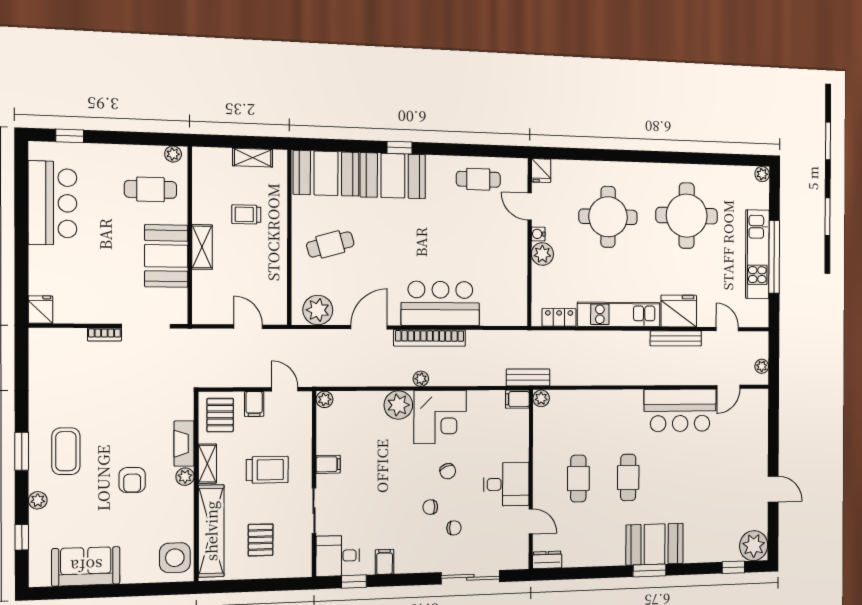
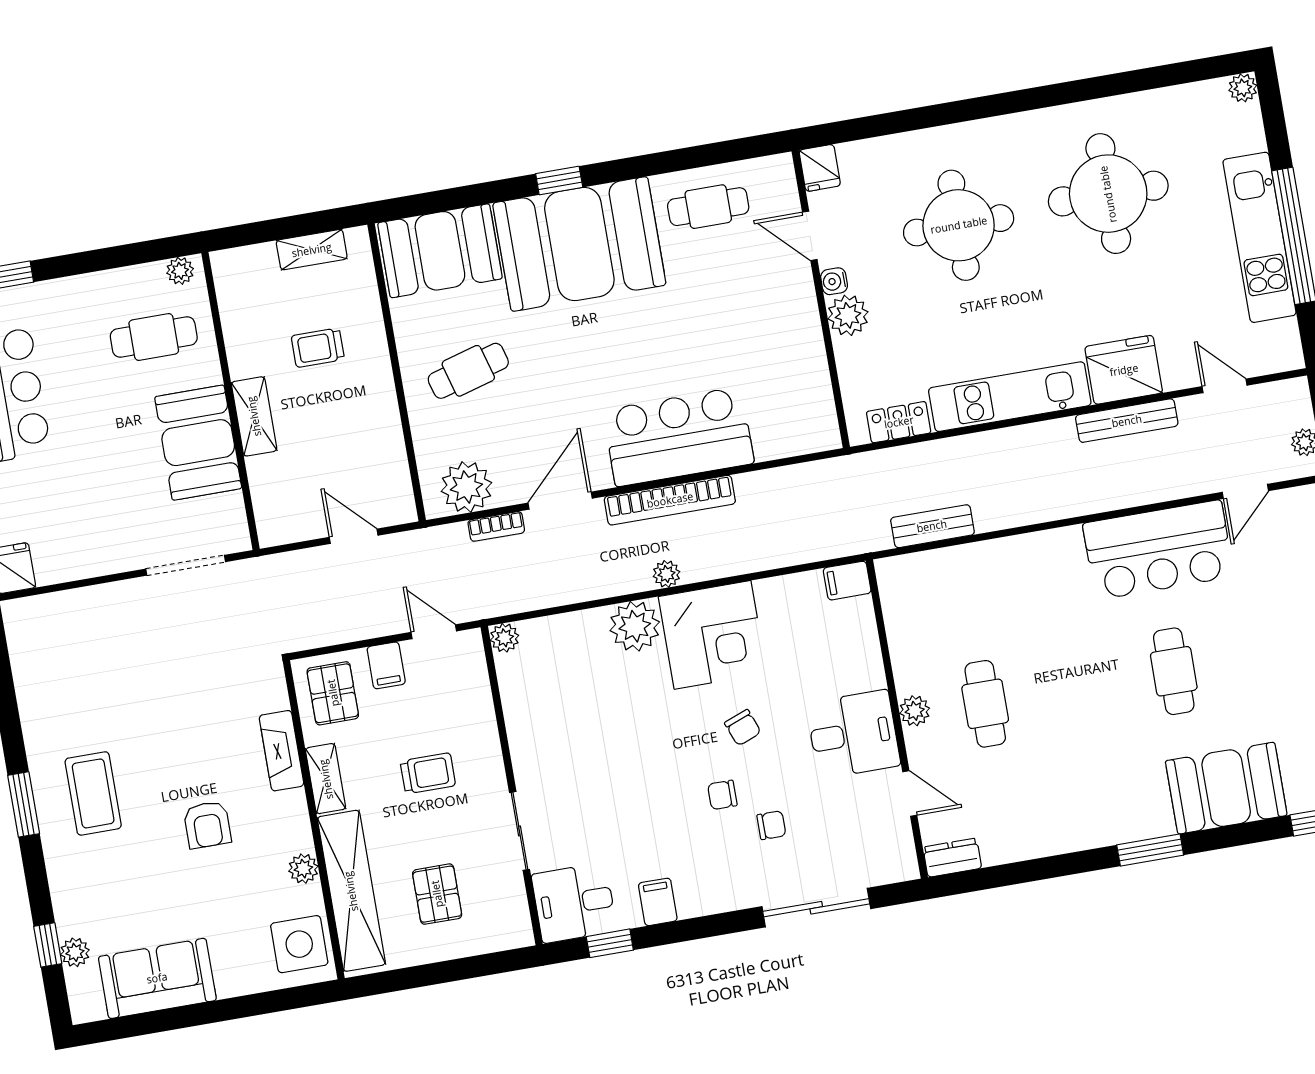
booth: (393, 176) -> (579, 244), width x1.36, depth x1.42
bookcase: (104, 335) -> (496, 526), moved
bench: (528, 377) -> (932, 526), moved
plant: (541, 398) -> (915, 711), moved
filing cabinet: (328, 464) -> (530, 748), removed
trolley: (267, 470) -> (428, 773), width x0.73, depth x0.72
plant: (185, 477) -> (303, 869), moved
cafe table: (628, 477) -> (1174, 671), moved
plant: (38, 500) -> (75, 952), moved
booth: (655, 544) -> (1226, 788), moved

